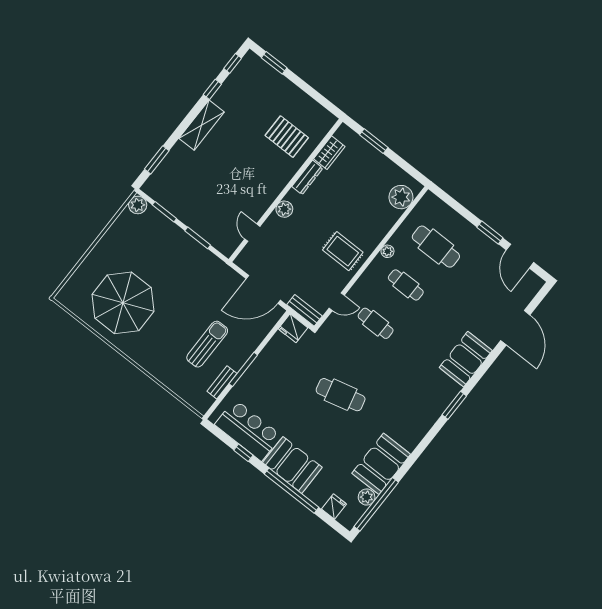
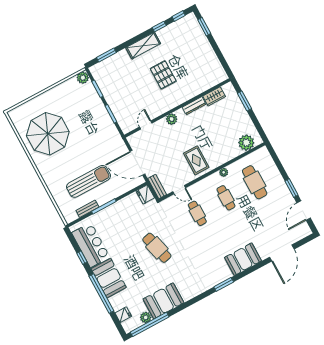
pallet: (287, 137) -> (163, 75), moved
sun lounger: (207, 344) -> (89, 181), width x1.36, depth x1.34

